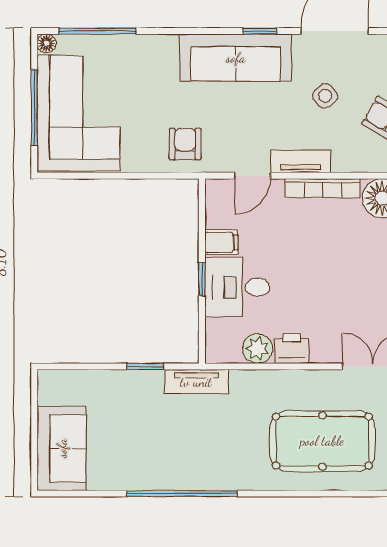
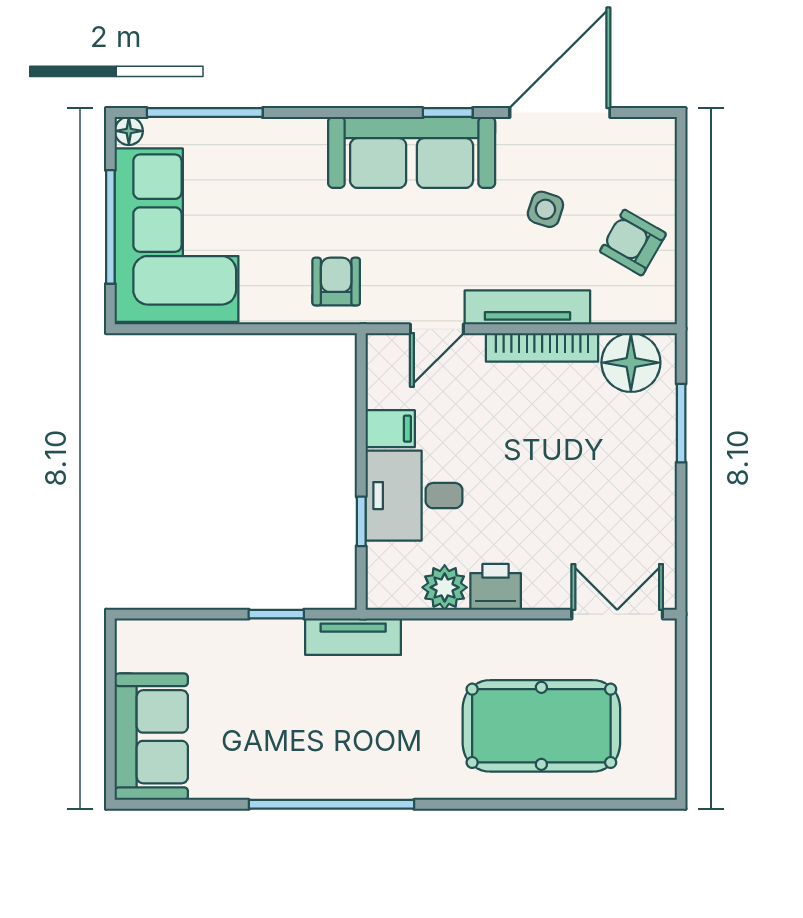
side table: (325, 96) -> (545, 209), turned -33
tv unit: (301, 161) -> (527, 307), width x1.41
window: (202, 279) -> (361, 521), moved

